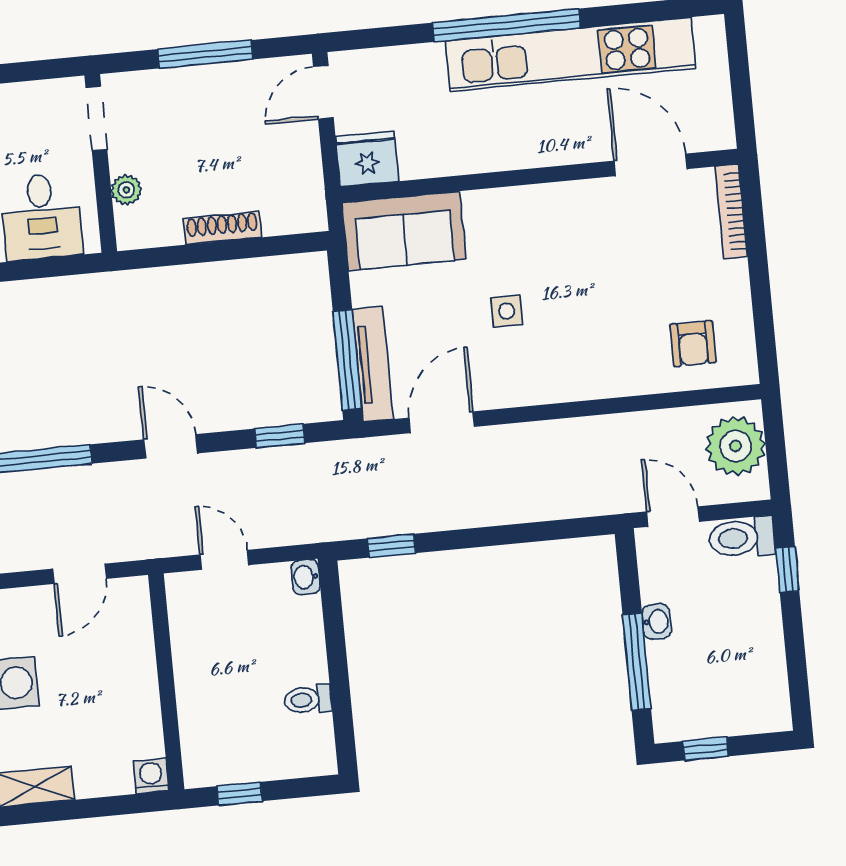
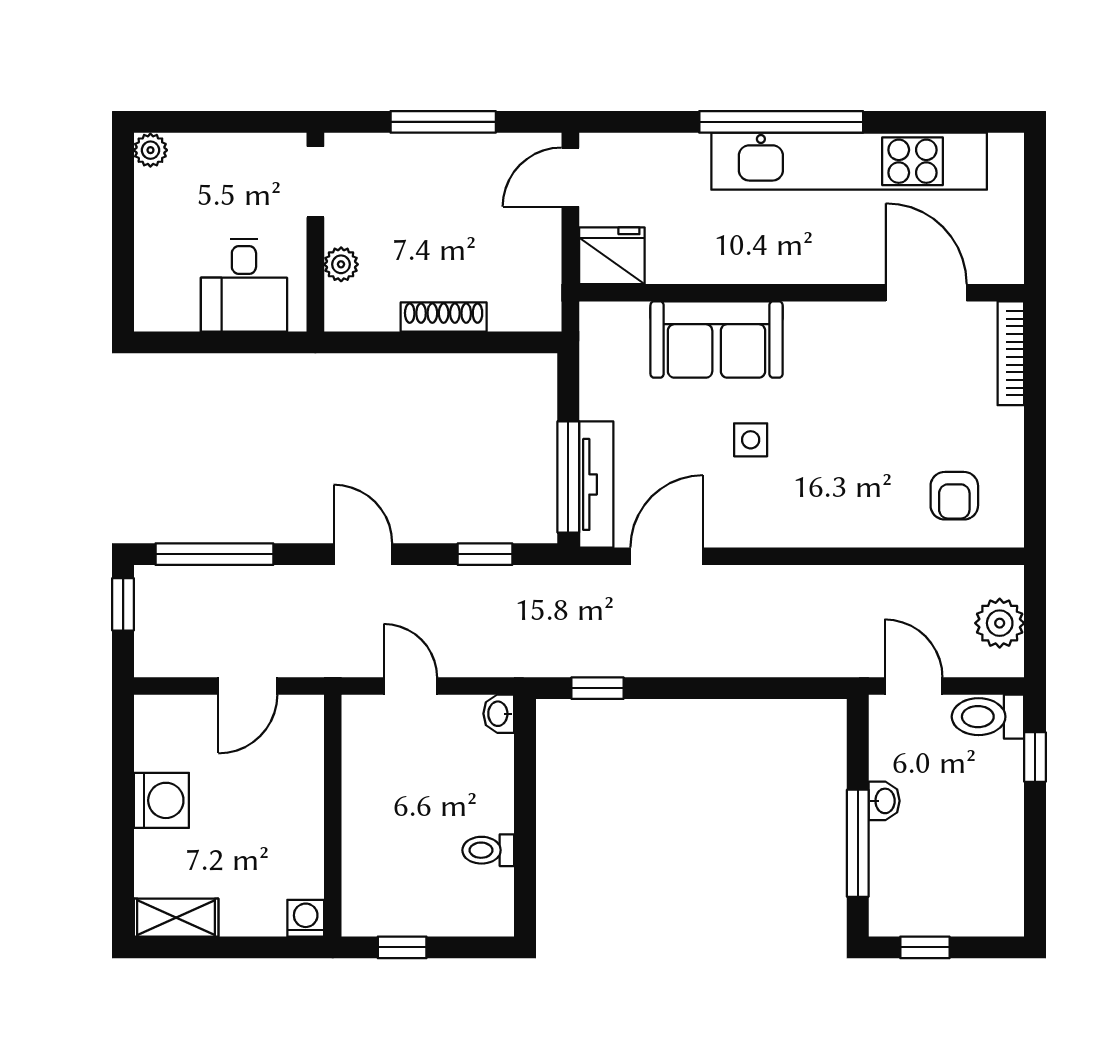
sofa: (404, 231) -> (717, 340), moved
plant: (736, 446) -> (1000, 623), width x0.73, depth x0.73

